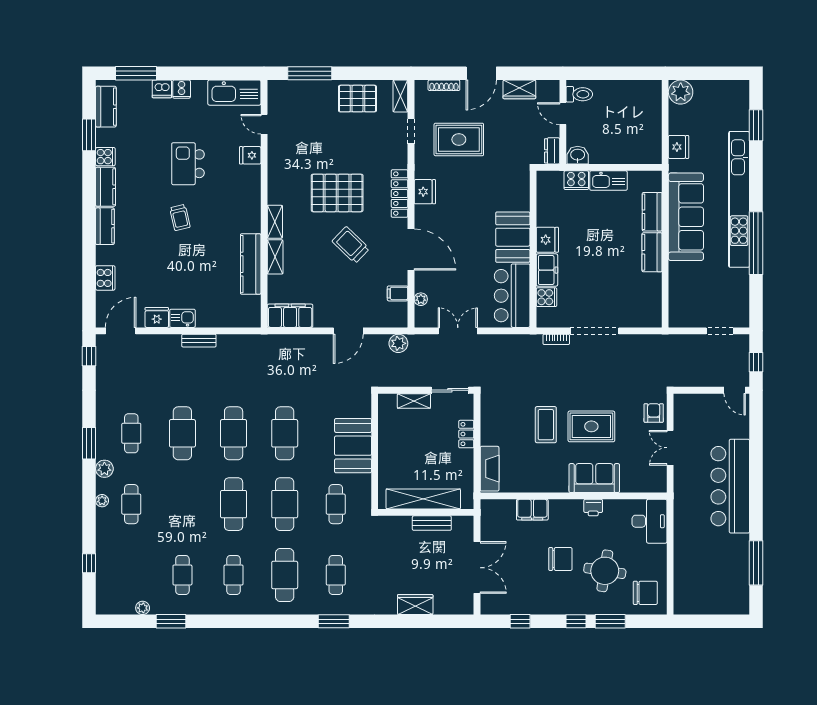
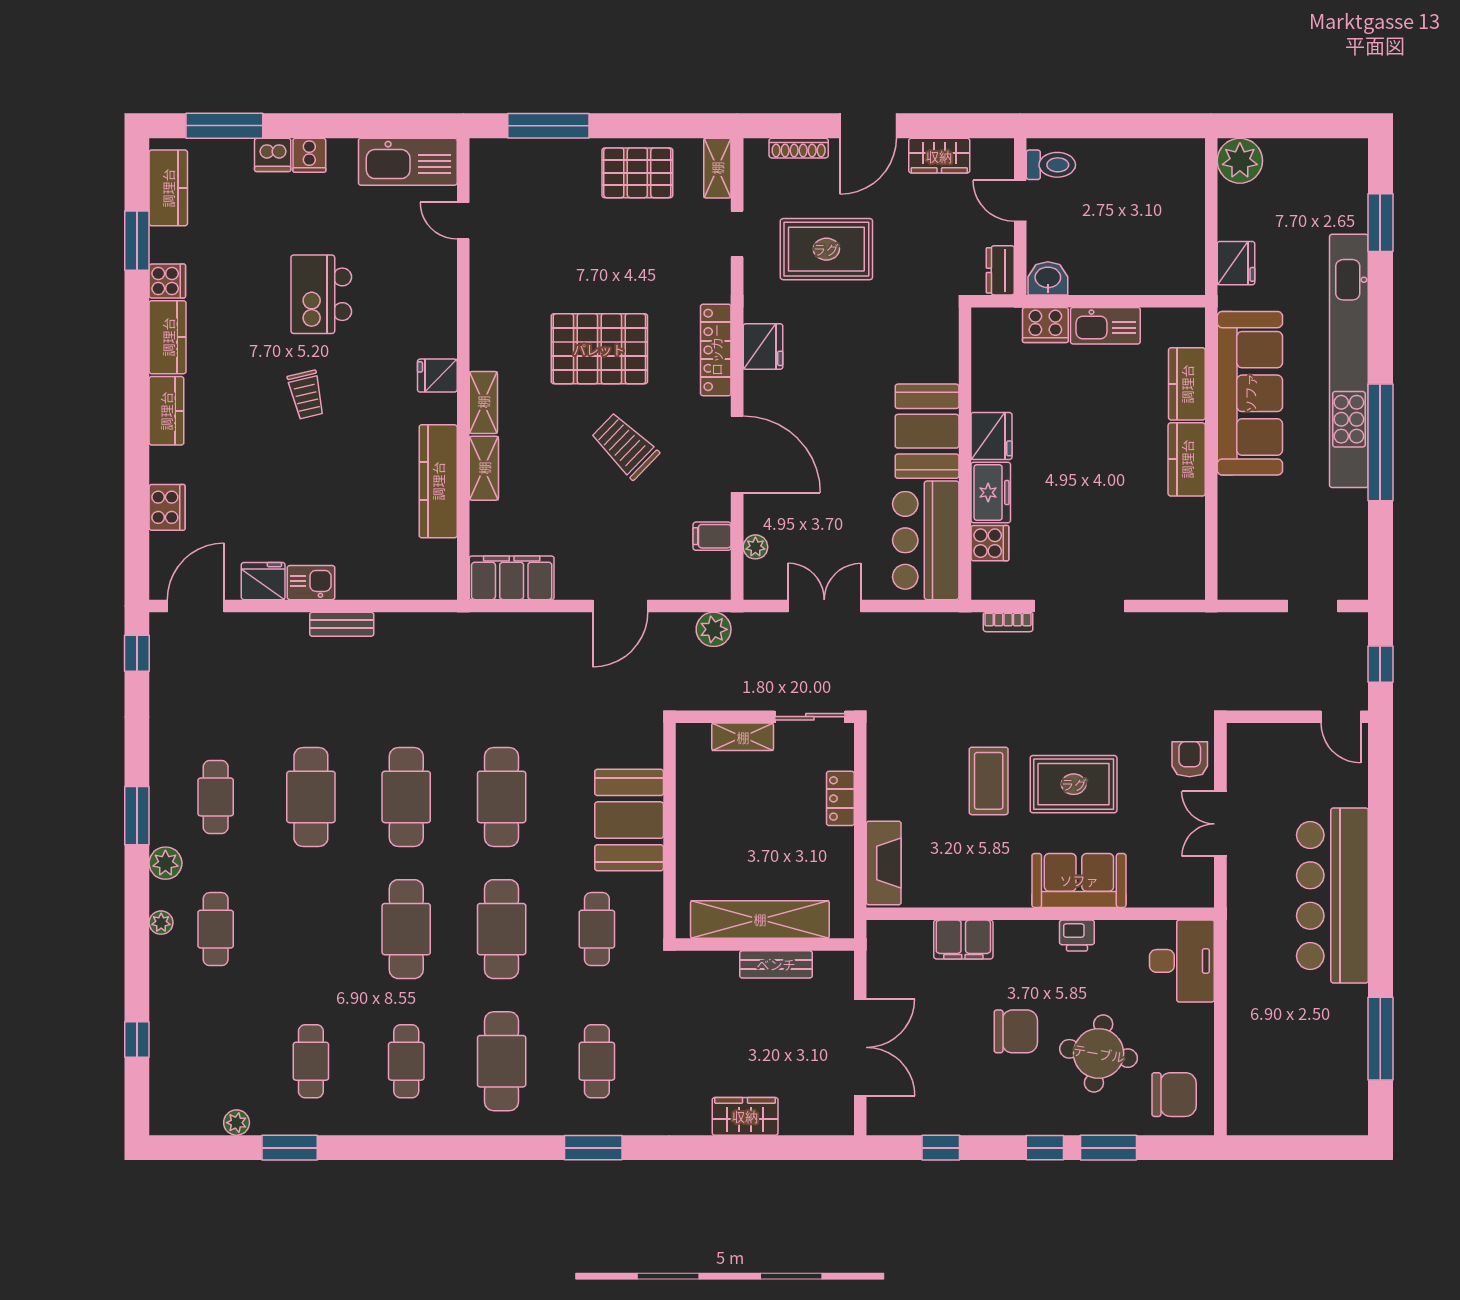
fridge: (250, 155) -> (437, 376), moved

